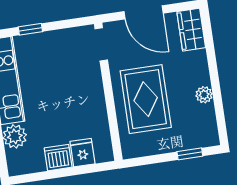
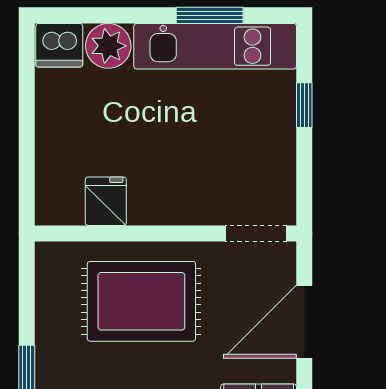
fridge: (82, 153) -> (106, 201), moved, turned -90
dishwasher: (58, 158) -> (59, 45), moved, turned 90

